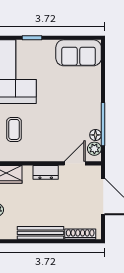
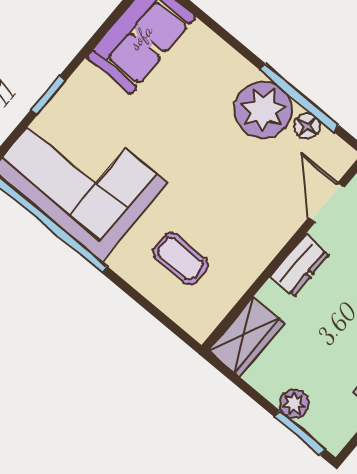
plant: (94, 149) -> (263, 110), moved, width x1.87, depth x1.87

